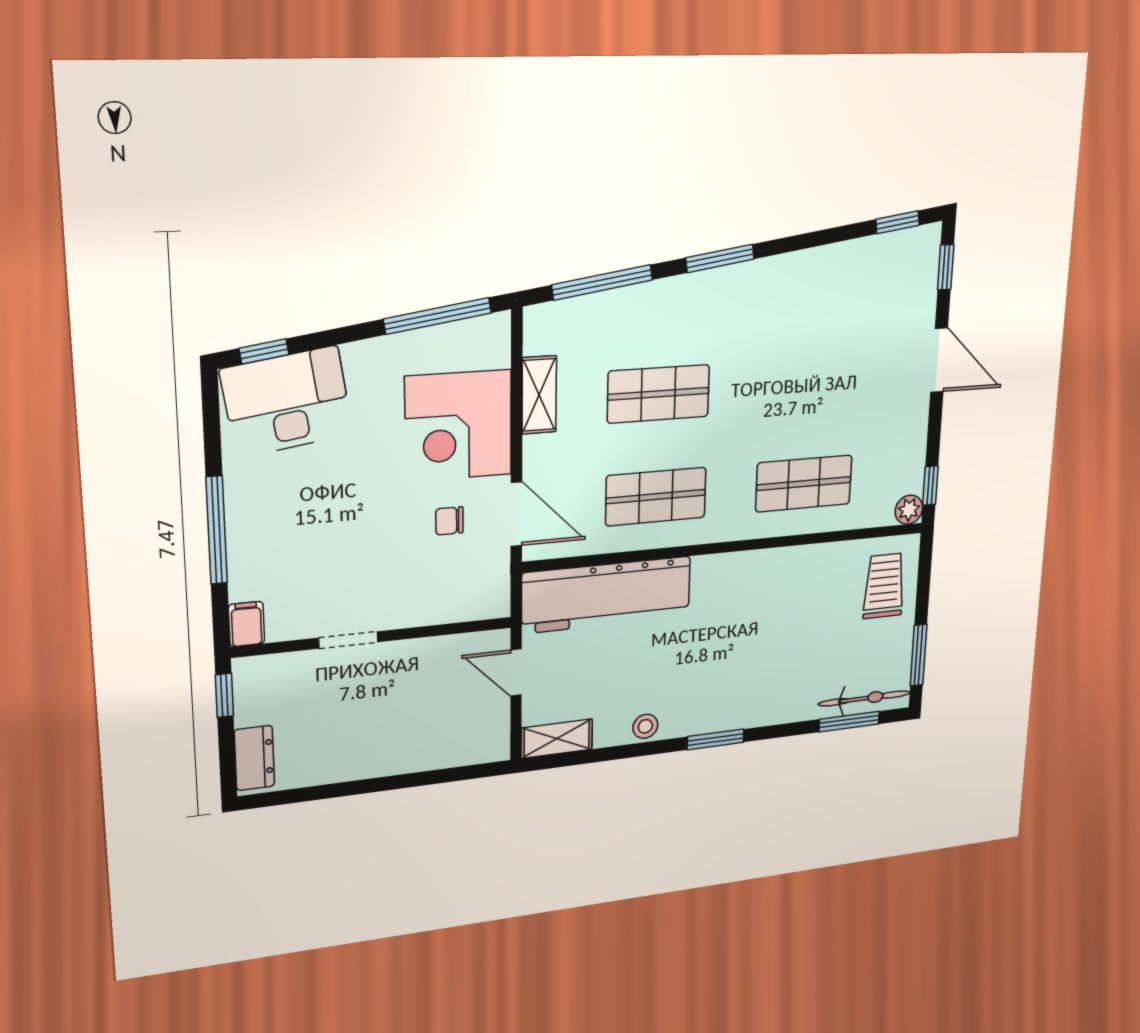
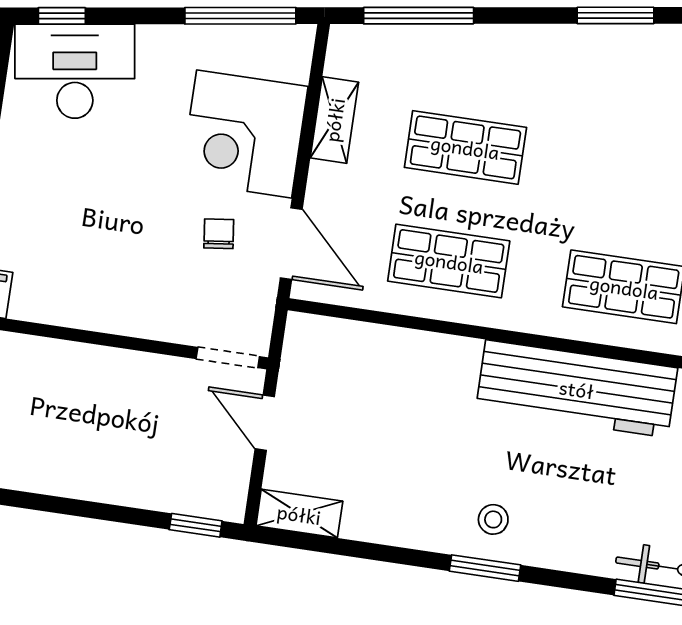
window: (720, 258) -> (616, 15), moved
chair: (449, 521) -> (219, 234), turned 83
workbench: (607, 595) -> (577, 389), moved
doorway: (348, 640) -> (228, 358), moved
stool: (645, 726) -> (493, 519), moved
window: (469, 772) -> (196, 525), added

